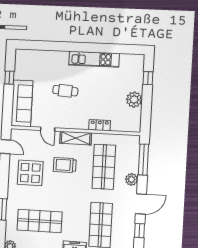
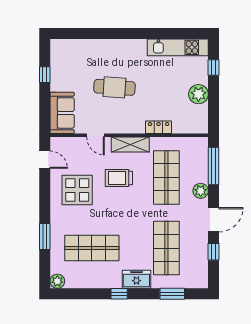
kitchen unit: (94, 59) -> (178, 47), moved
cafe table: (65, 91) -> (114, 87), width x1.37, depth x1.35
sofa: (22, 103) -> (62, 113), width x0.73

